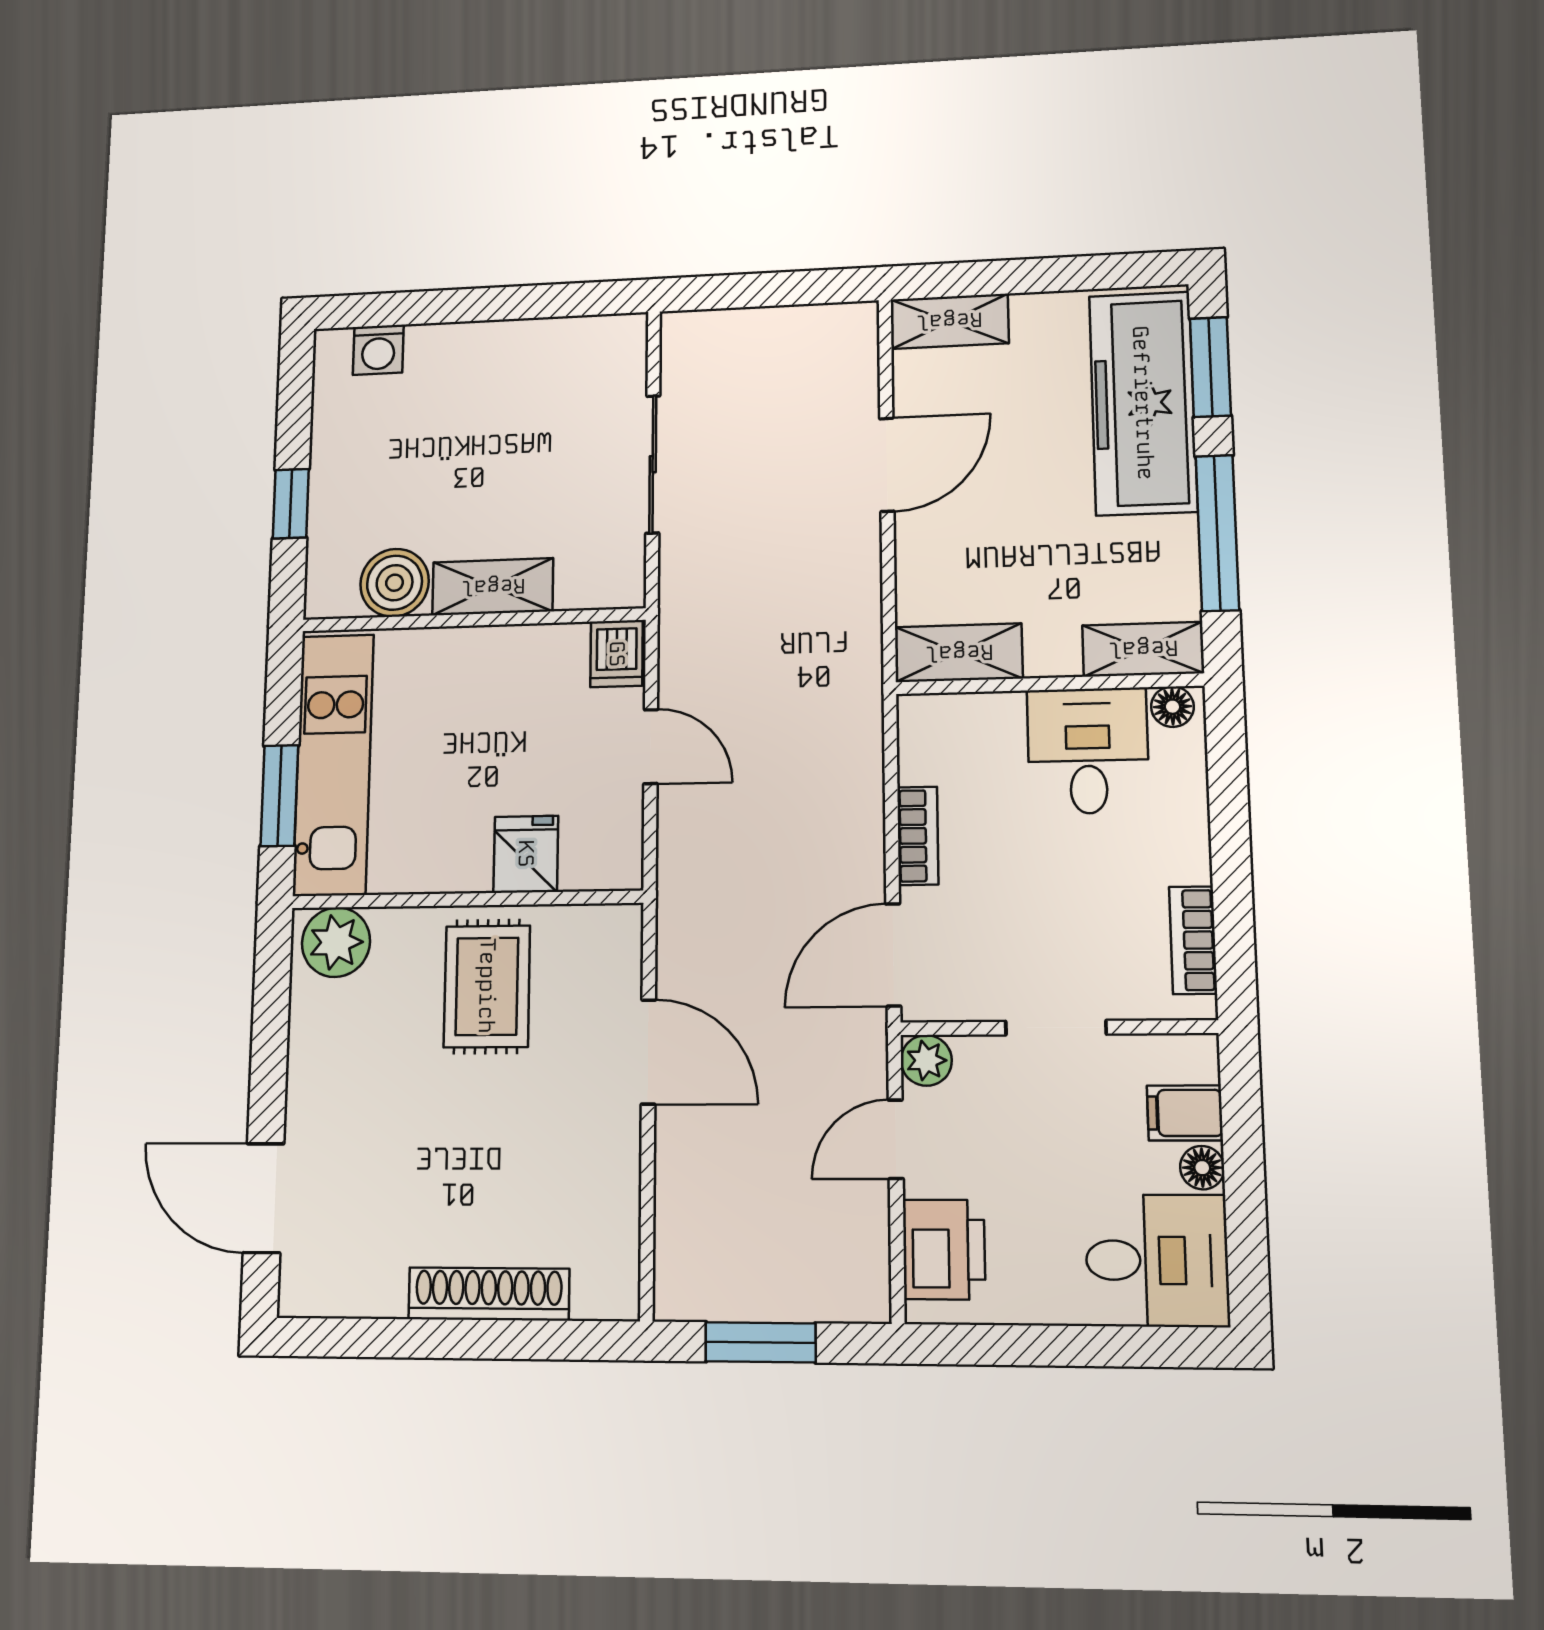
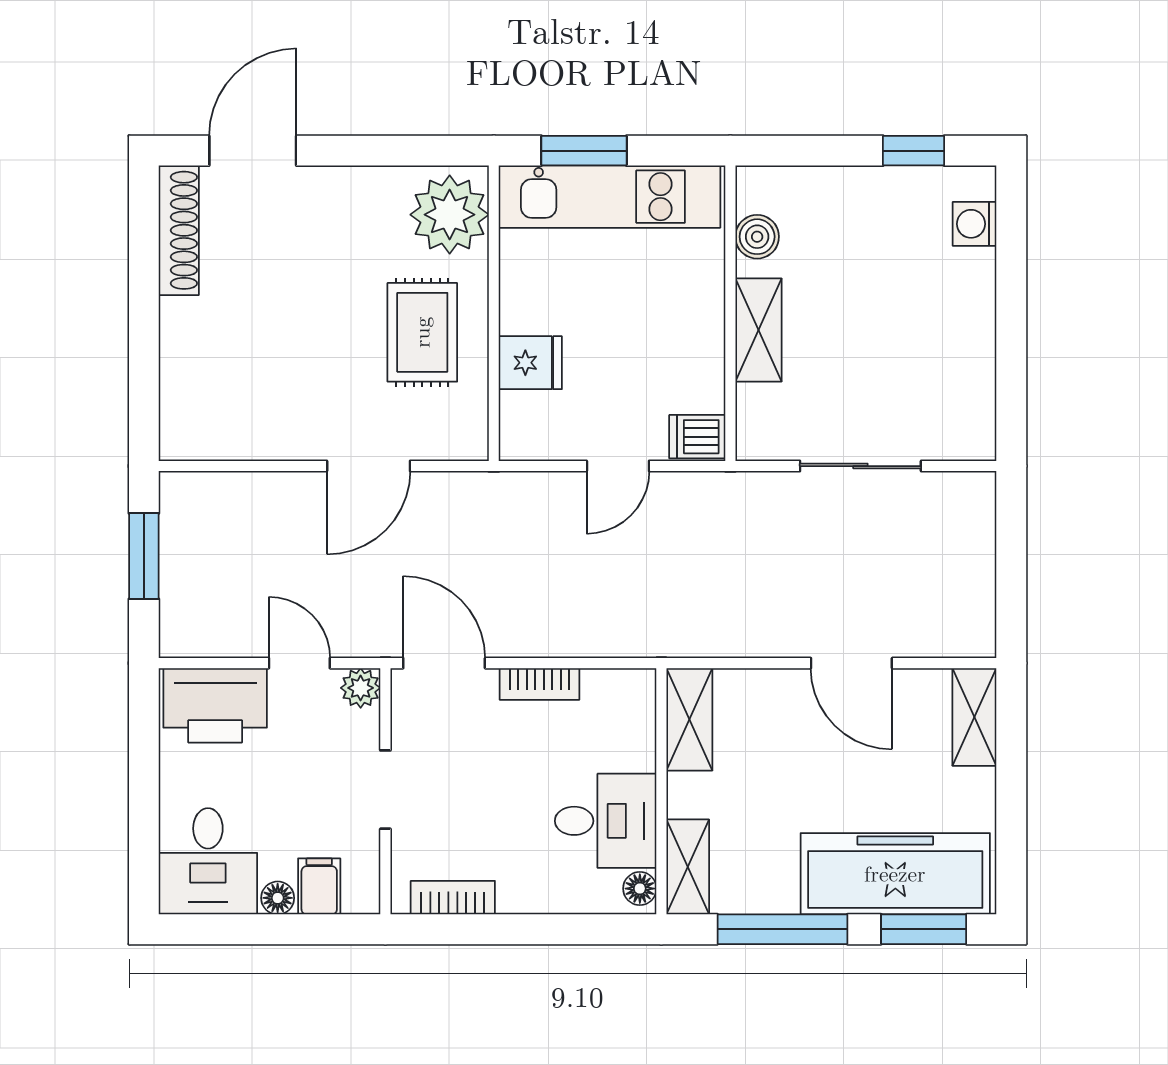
window: (291, 504) -> (914, 151), moved
boiler: (395, 583) -> (757, 237), width x0.73, depth x0.73
plant: (336, 942) -> (450, 215), width x1.36, depth x1.36
rug: (487, 986) -> (422, 332), turned 90
printer: (944, 1249) -> (215, 705), width x1.37, depth x1.19
shoe rack: (489, 1294) -> (179, 230), moved

